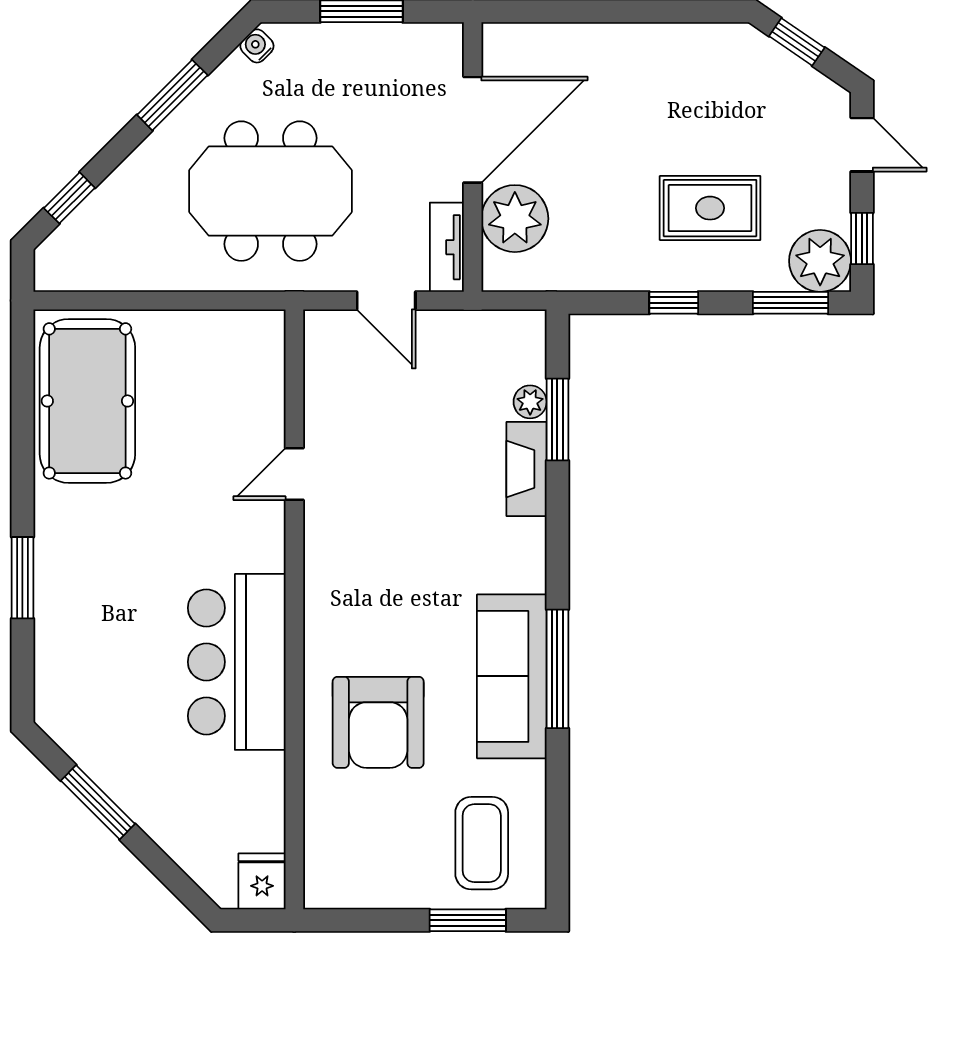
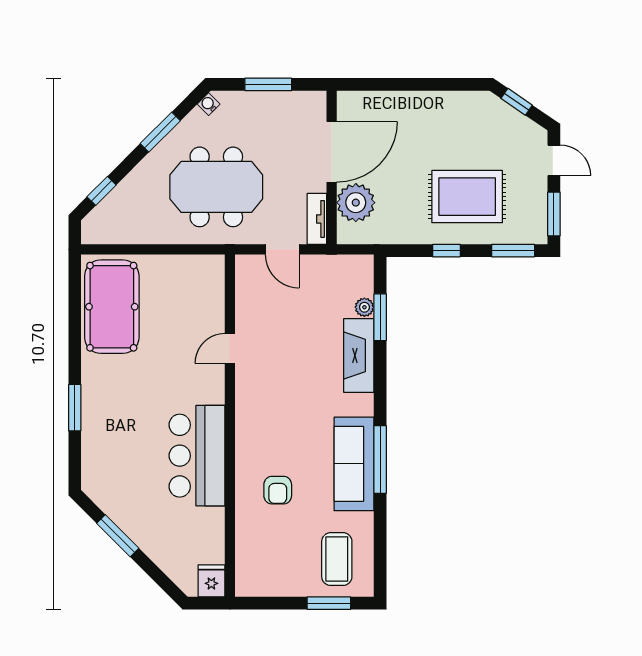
rug: (710, 208) -> (467, 197), width x1.36, depth x1.43
window: (862, 239) -> (554, 214), width x1.50
plant: (820, 261) -> (530, 227), removed
fireplace: (526, 469) -> (359, 355), width x1.37, depth x1.32
armchair: (378, 722) -> (278, 490), width x0.53, depth x0.53

